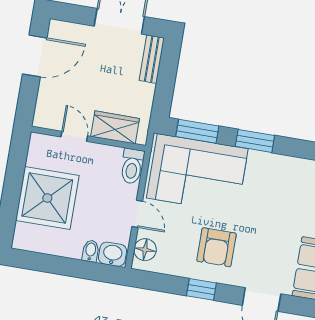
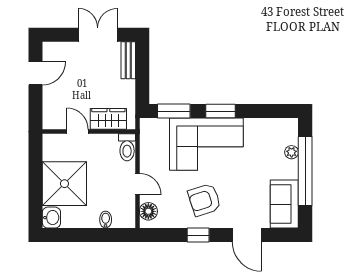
door: (35, 56) -> (36, 73), width x0.73
corner sofa: (197, 173) -> (206, 144), moved
armchair: (217, 247) -> (204, 200), turned 72
washbasin: (113, 254) -> (51, 218), moved, turned 90

